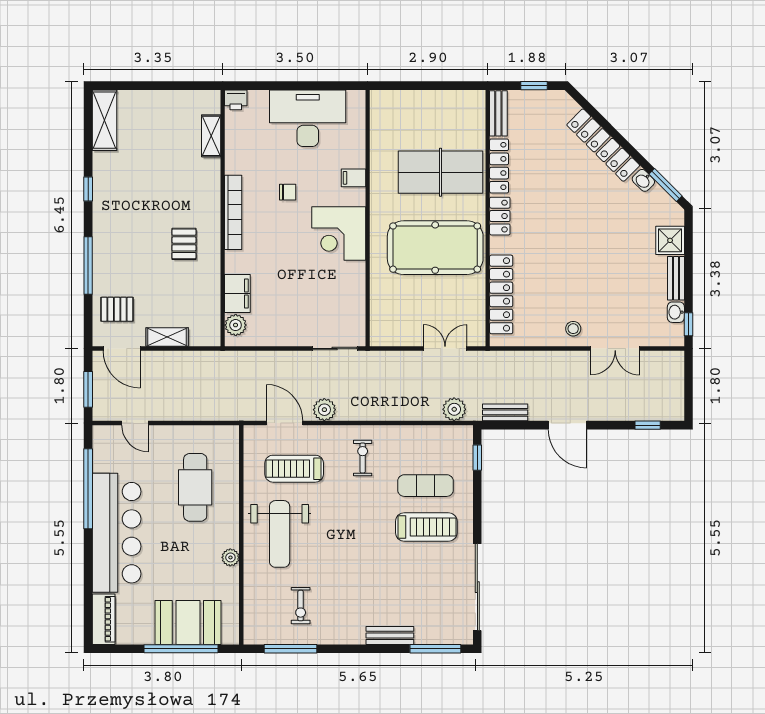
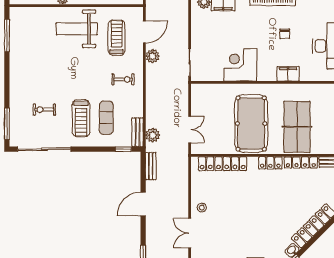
filing cabinet: (353, 178) -> (288, 74), width x2.00
corner desk: (339, 234) -> (240, 65), moved
exercise bike: (301, 606) -> (44, 110), moved
bench: (390, 635) -> (138, 132), moved

